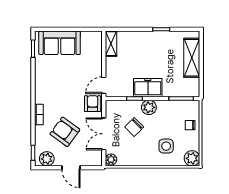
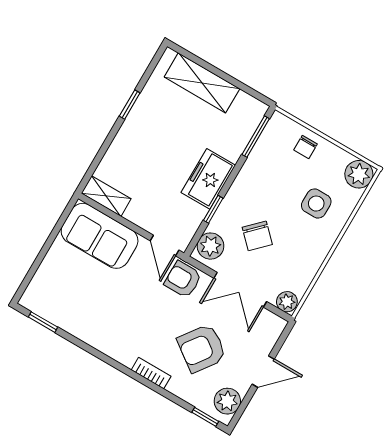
sofa: (60, 43) -> (100, 236), moved, turned 90
plant: (149, 107) -> (210, 246), moved

